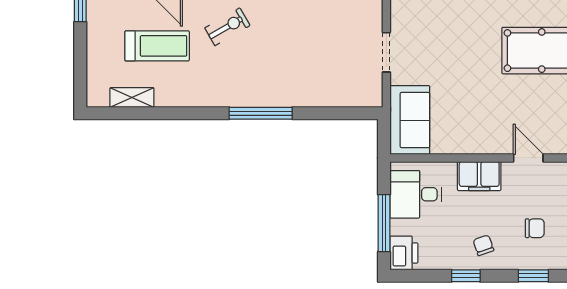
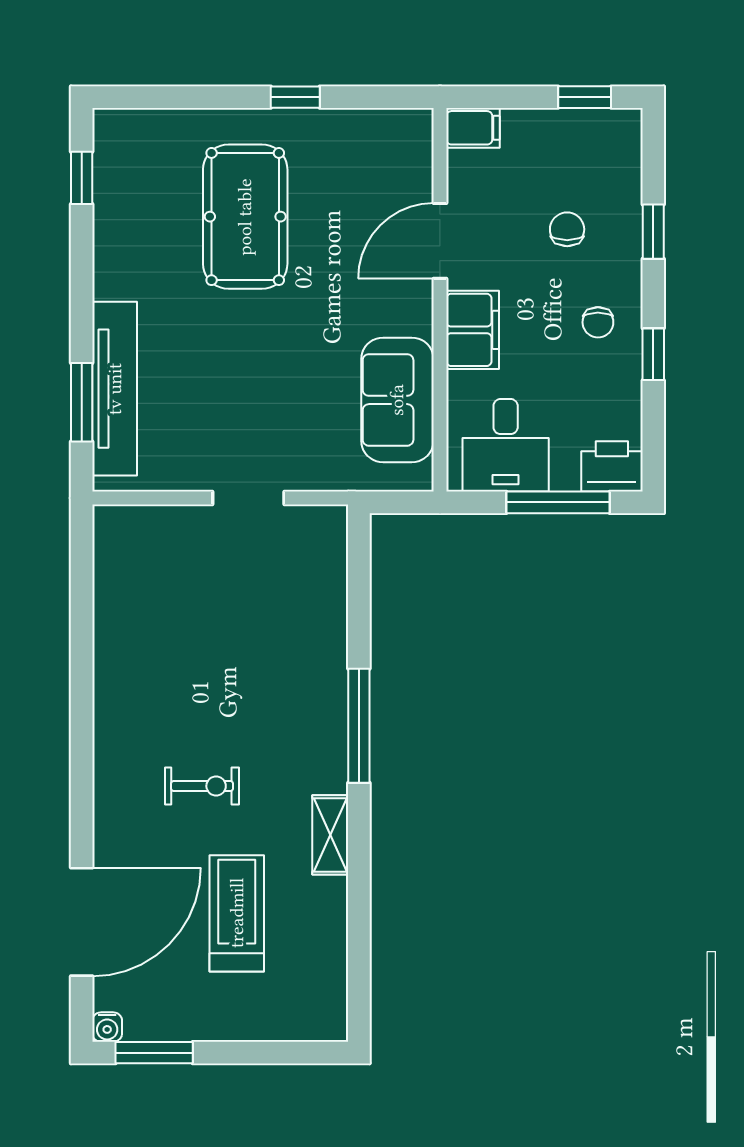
exercise bike: (227, 27) -> (202, 786), turned 120
shelving: (132, 98) -> (330, 835), moved
sofa: (410, 120) -> (397, 400), moved, turned -90
door: (528, 158) -> (440, 241), width x1.38
chair: (483, 245) -> (598, 322), turned -71

